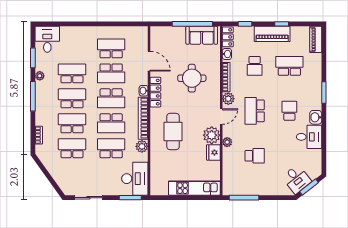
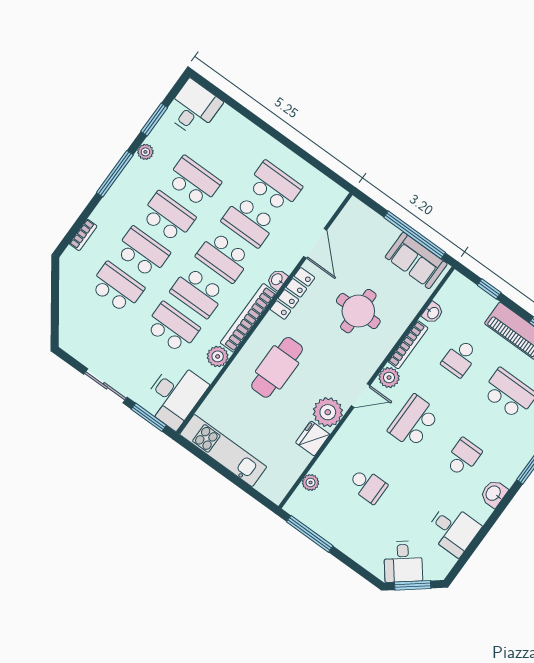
locker: (228, 37) -> (451, 289), removed
desk: (309, 137) -> (453, 530), moved
plant: (227, 142) -> (310, 482), moved
kitchen unit: (194, 188) -> (223, 451), moved
sliding door: (88, 198) -> (105, 386), moved

